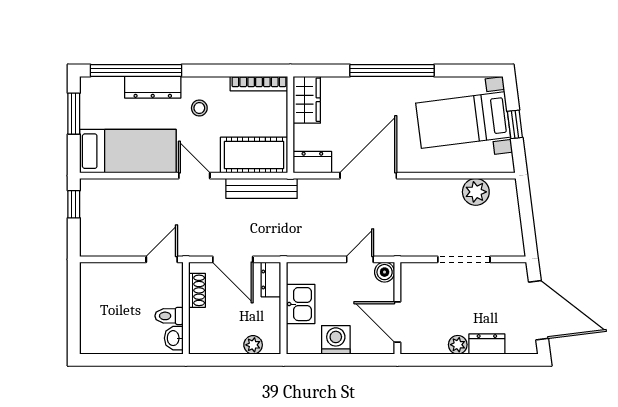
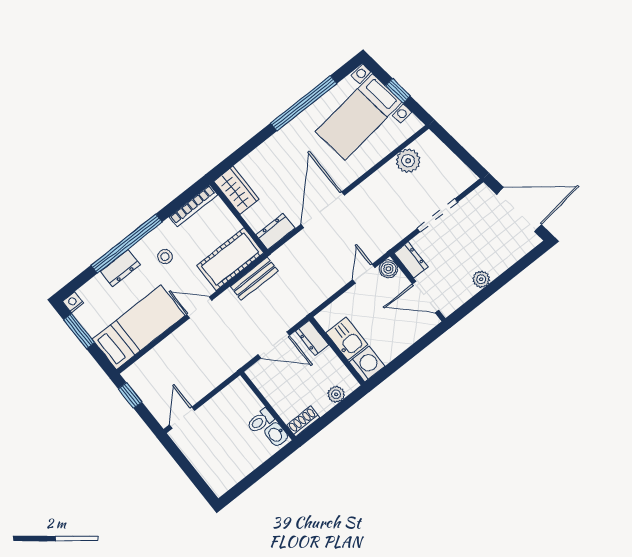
window: (136, 70) -> (127, 244), moved
window: (392, 70) -> (304, 103), moved
nightstand: (88, 85) -> (73, 302), added
dresser: (153, 87) -> (120, 268), width x0.70
bench: (262, 188) -> (254, 279), width x0.73
door: (162, 259) -> (182, 418), moved
shoe rack: (197, 290) -> (303, 421), moved, turned -90
washing machine: (336, 340) -> (367, 364), moved, turned 90
dresser: (487, 344) -> (411, 260), moved, turned 90

